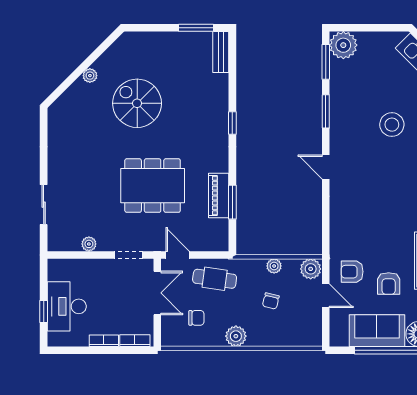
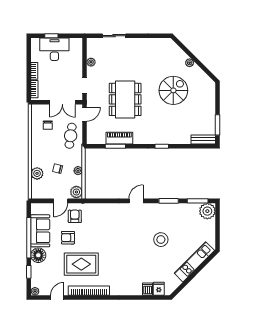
plant: (236, 336) -> (37, 173), moved

